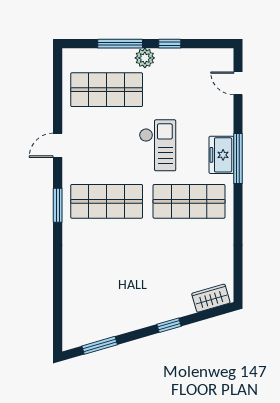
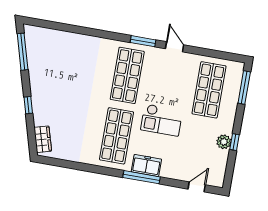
window: (120, 44) -> (244, 87), moved
plant: (145, 58) -> (224, 142), moved
window: (58, 205) -> (143, 41), moved
window: (100, 345) -> (23, 52), width x1.44

